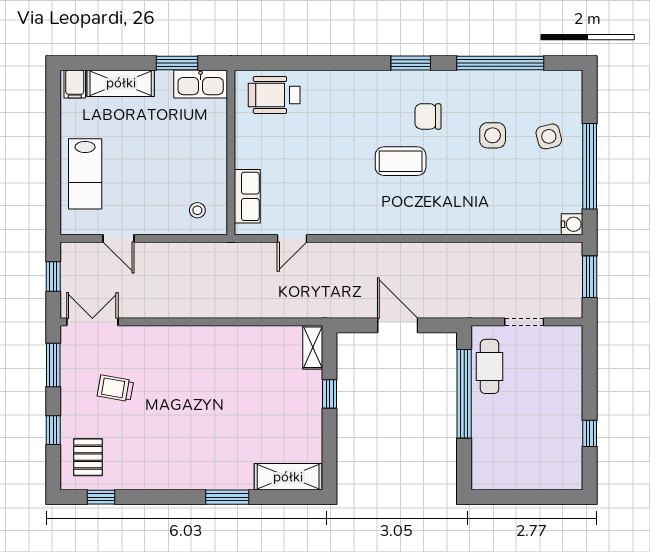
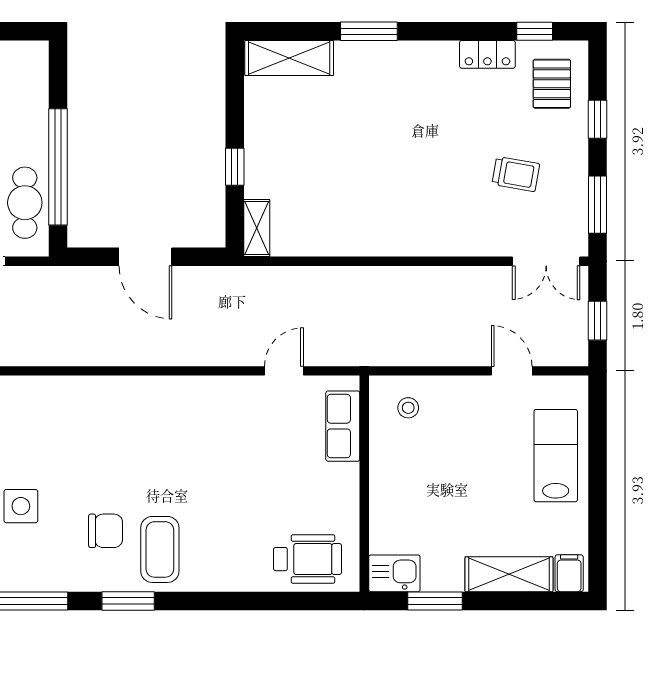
kitchen sink: (201, 84) -> (394, 573), width x0.73
coffee table: (401, 161) -> (160, 549), moved, turned 90
locker: (137, 480) -> (487, 54), added

